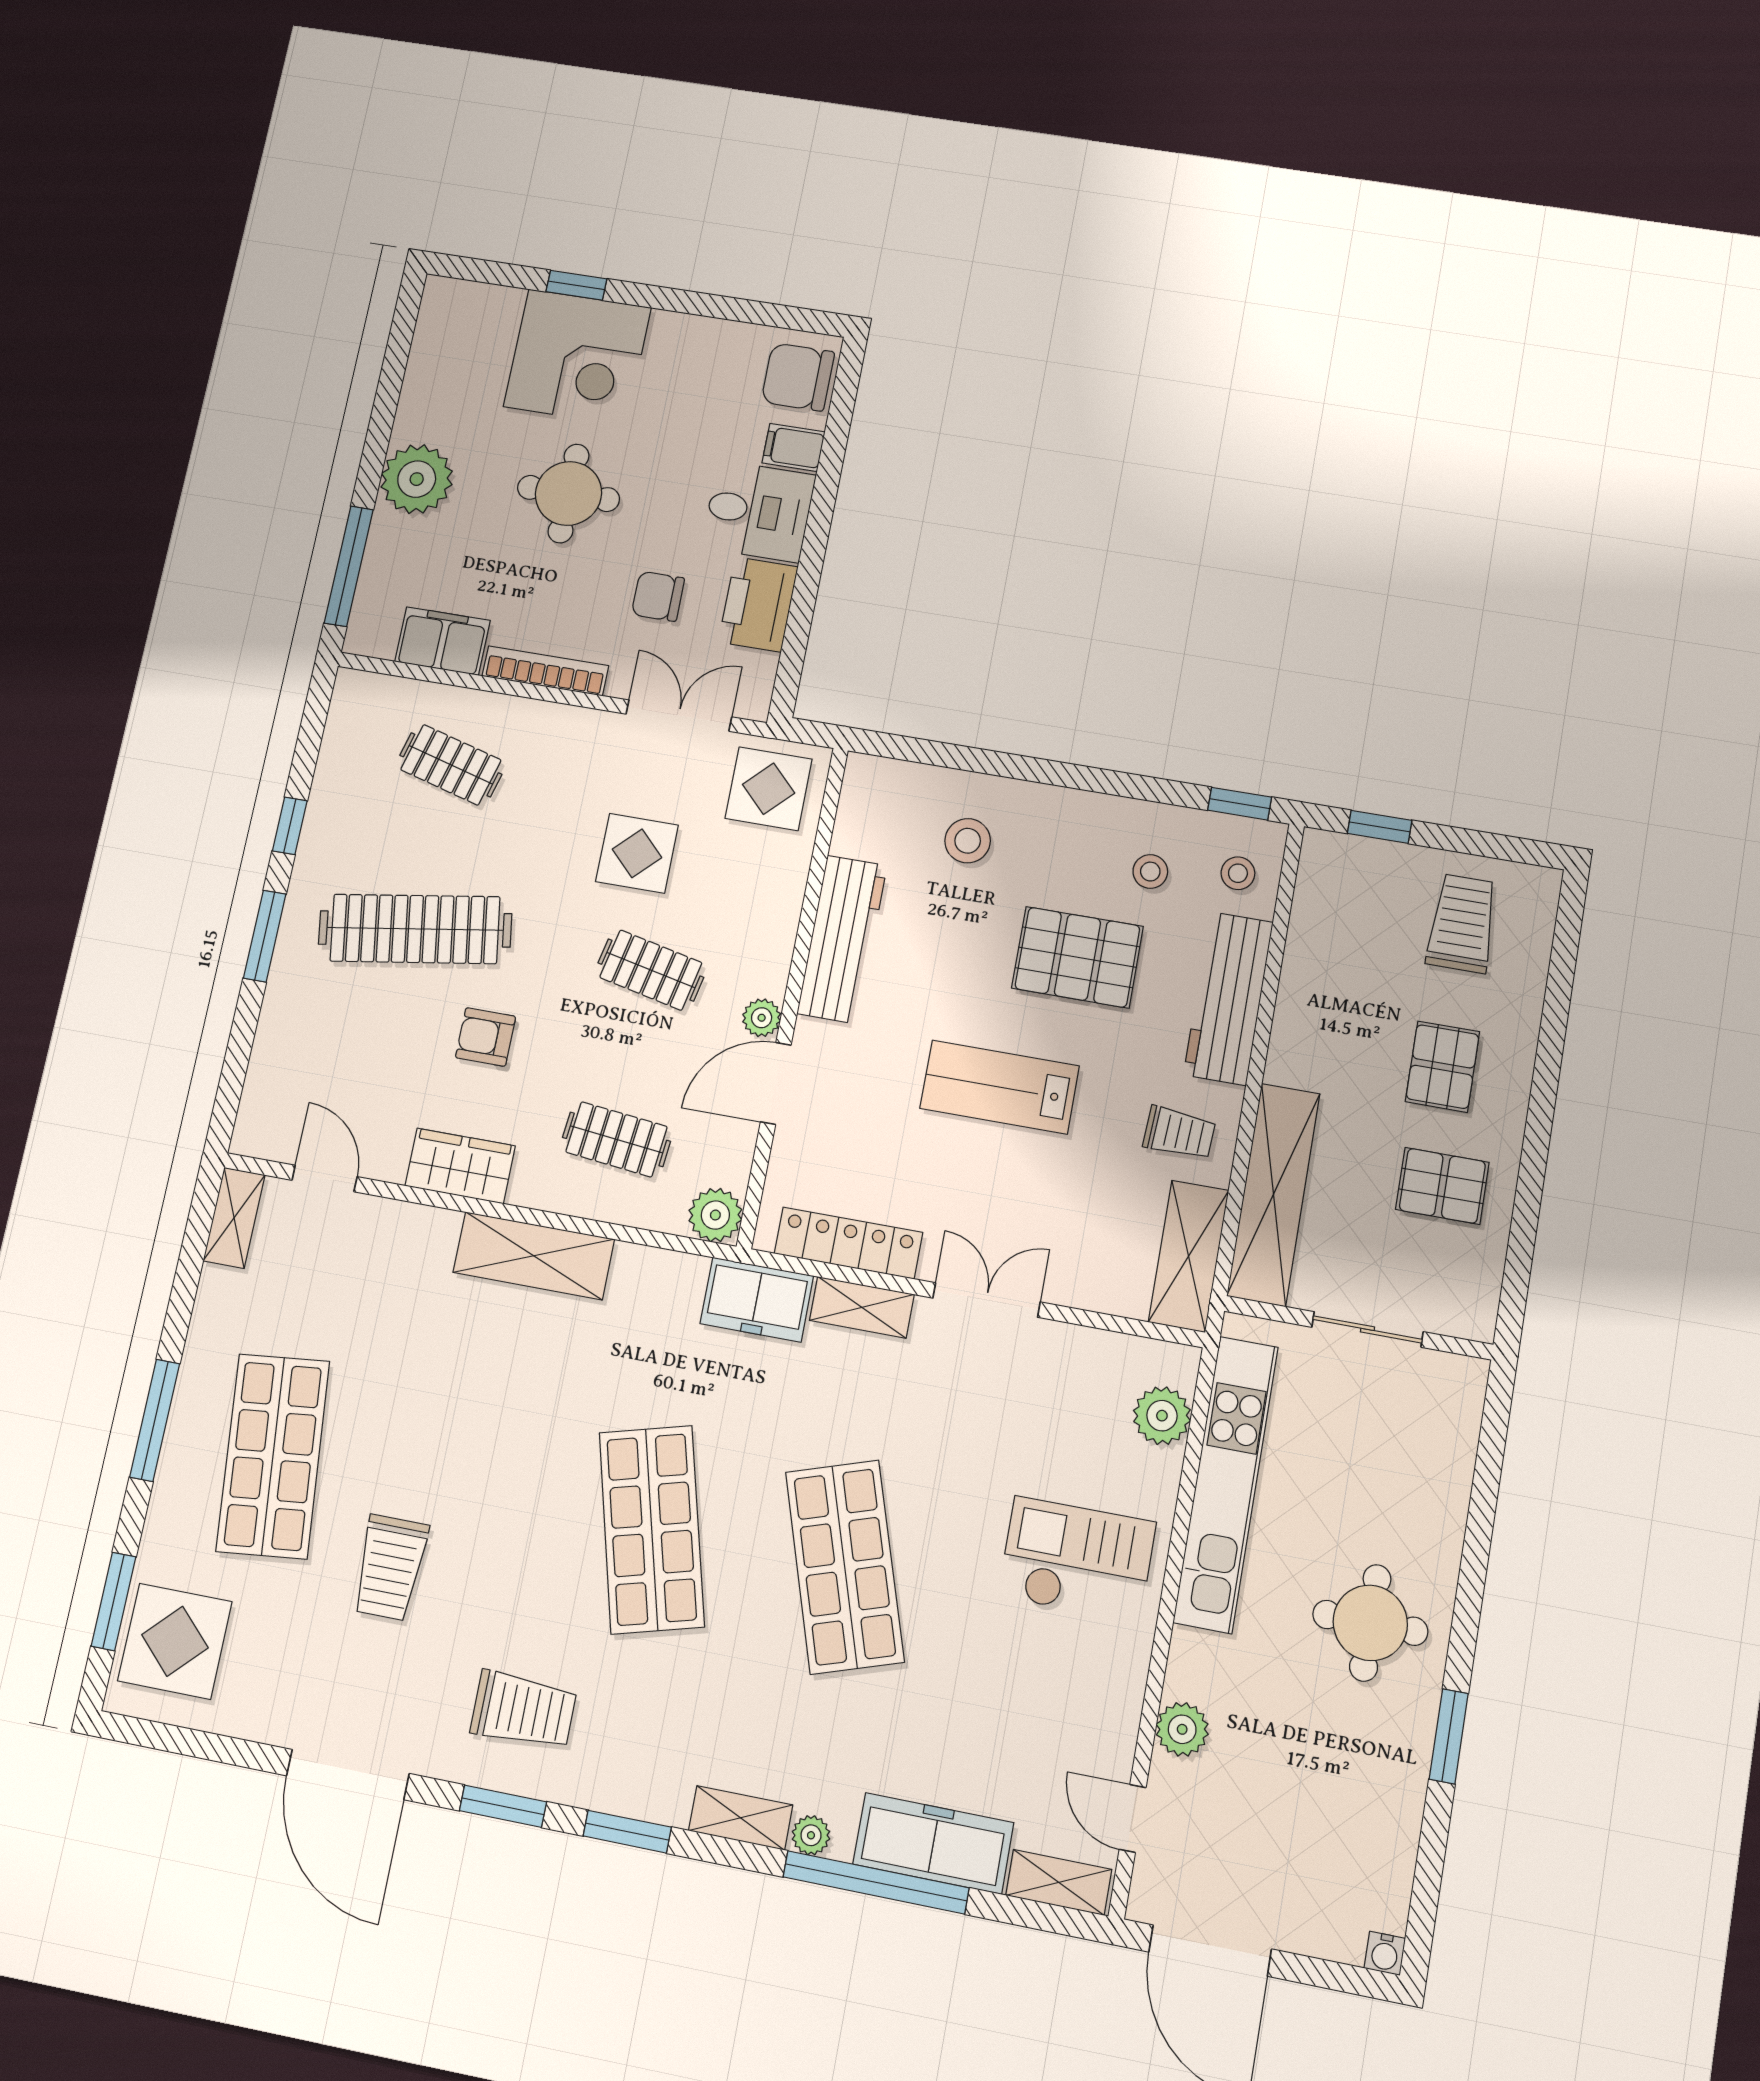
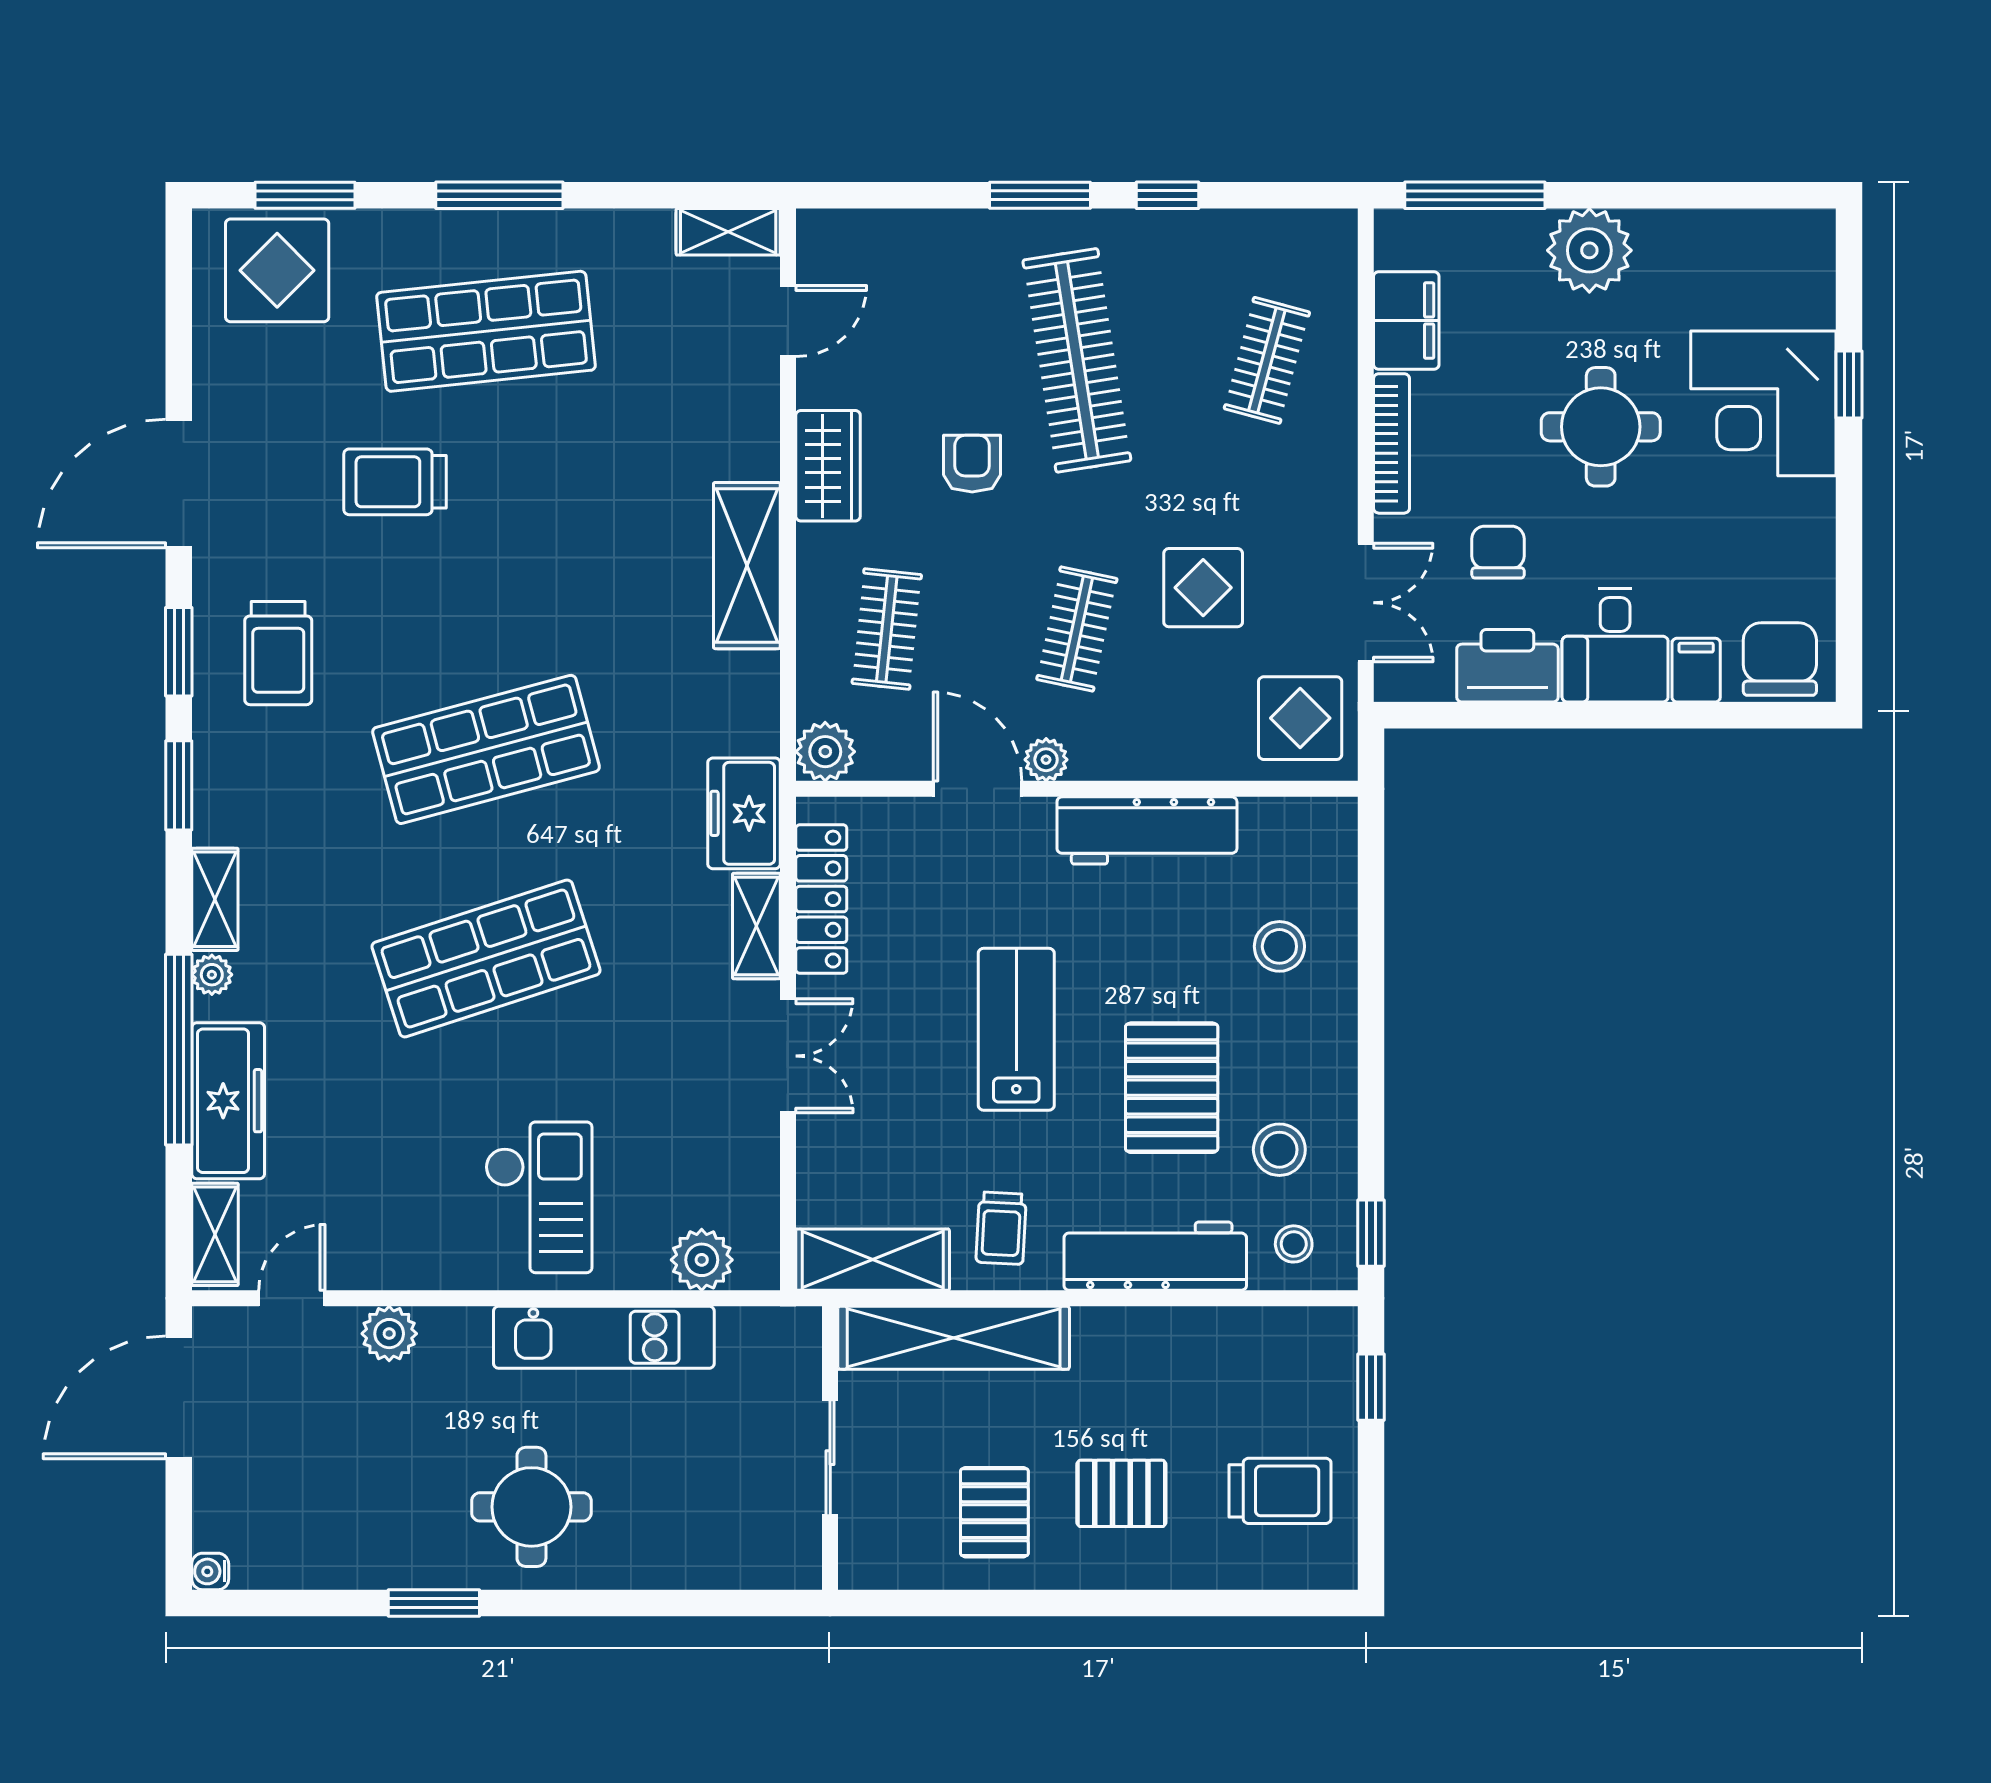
stool: (1150, 872) -> (1279, 1150), width x1.37, depth x1.37
kitchen unit: (1226, 1484) -> (604, 1337), width x0.73

